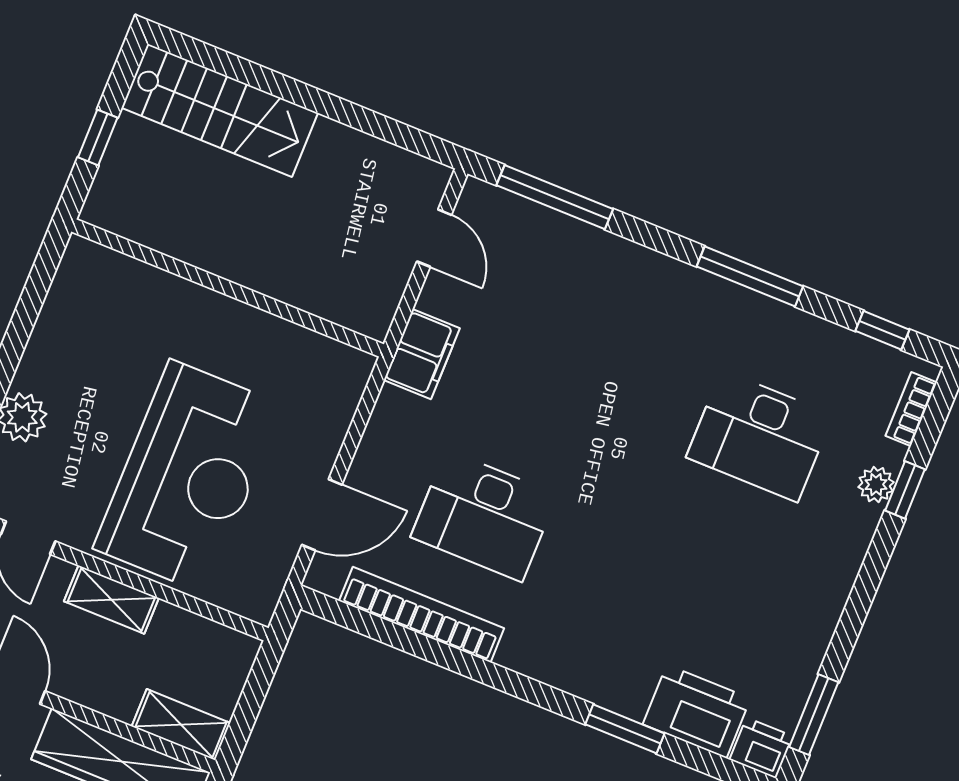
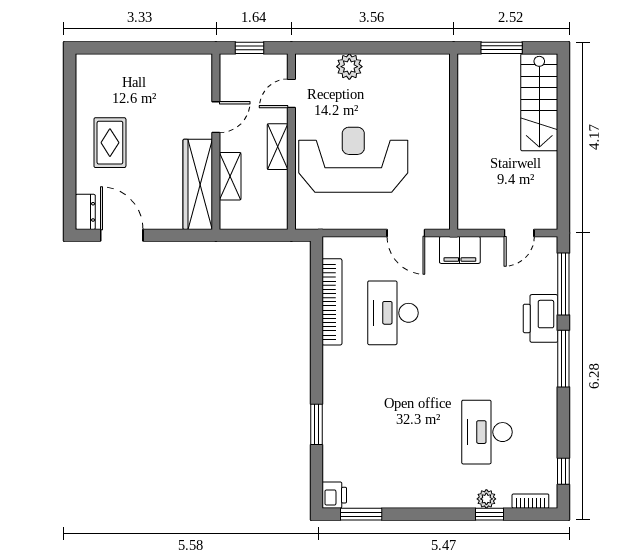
window: (98, 138) -> (502, 48), width x1.50
window: (750, 276) -> (563, 359), moved
reception desk: (188, 477) -> (353, 160), turned 180
door: (322, 515) -> (406, 233), moved
printer: (697, 711) -> (540, 318), moved, turned 180
shelving: (181, 725) -> (230, 176), moved

